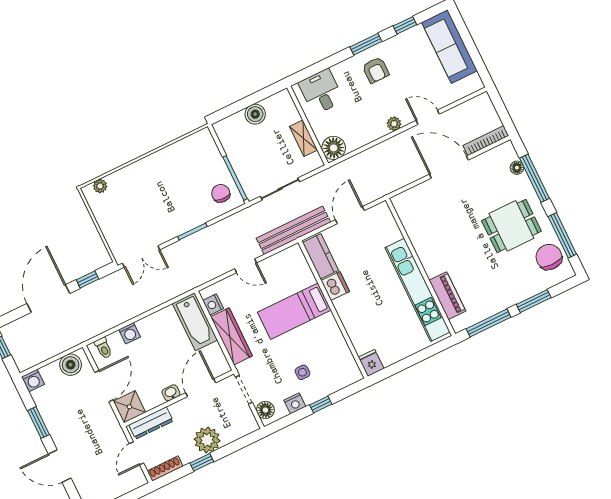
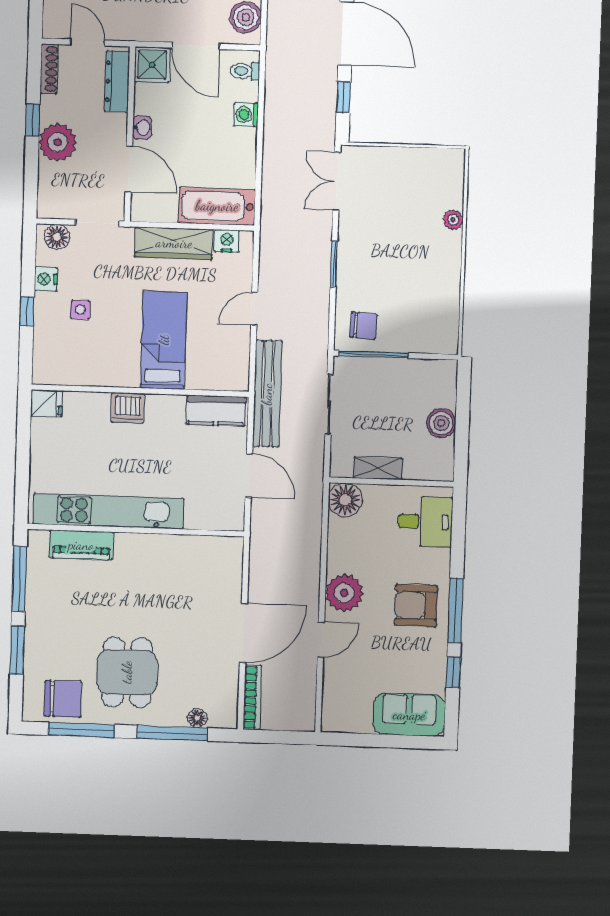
window: (366, 44) -> (455, 610), width x1.44
sofa: (449, 47) -> (409, 715), width x0.73
armchair: (376, 70) -> (416, 605), width x1.38, depth x1.38
plant: (394, 124) -> (344, 593), width x1.87, depth x1.87
plant: (100, 186) -> (453, 220), moved
dishwasher: (335, 286) -> (128, 408), moved

